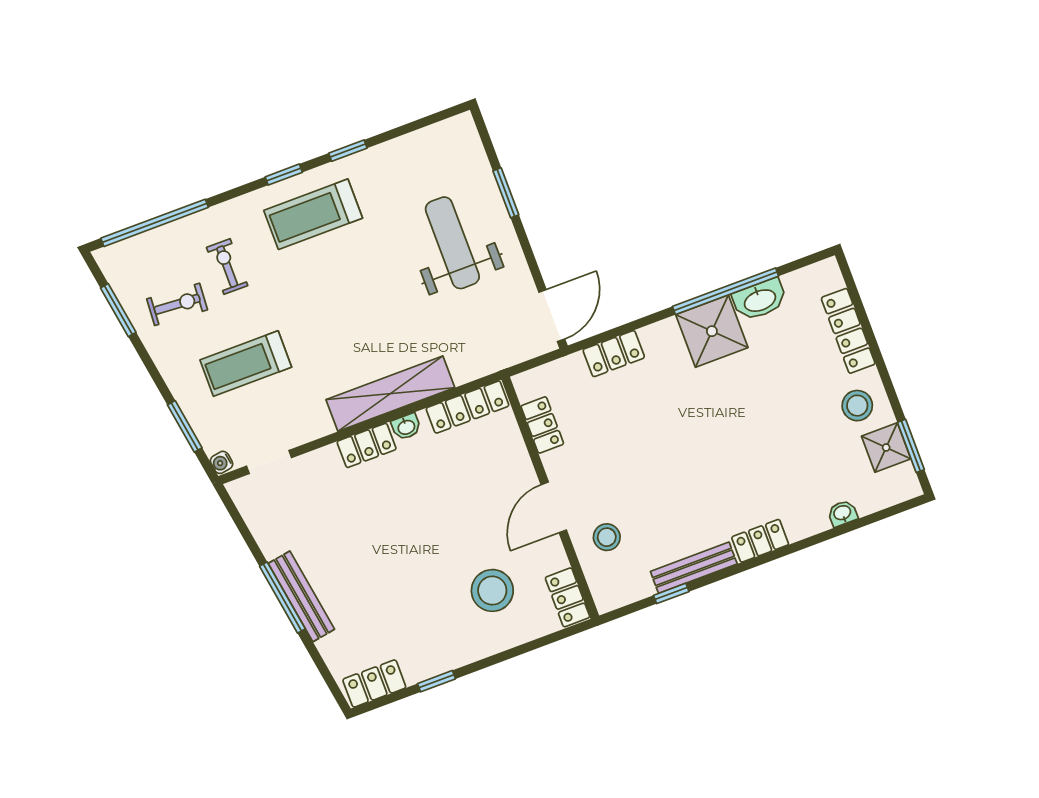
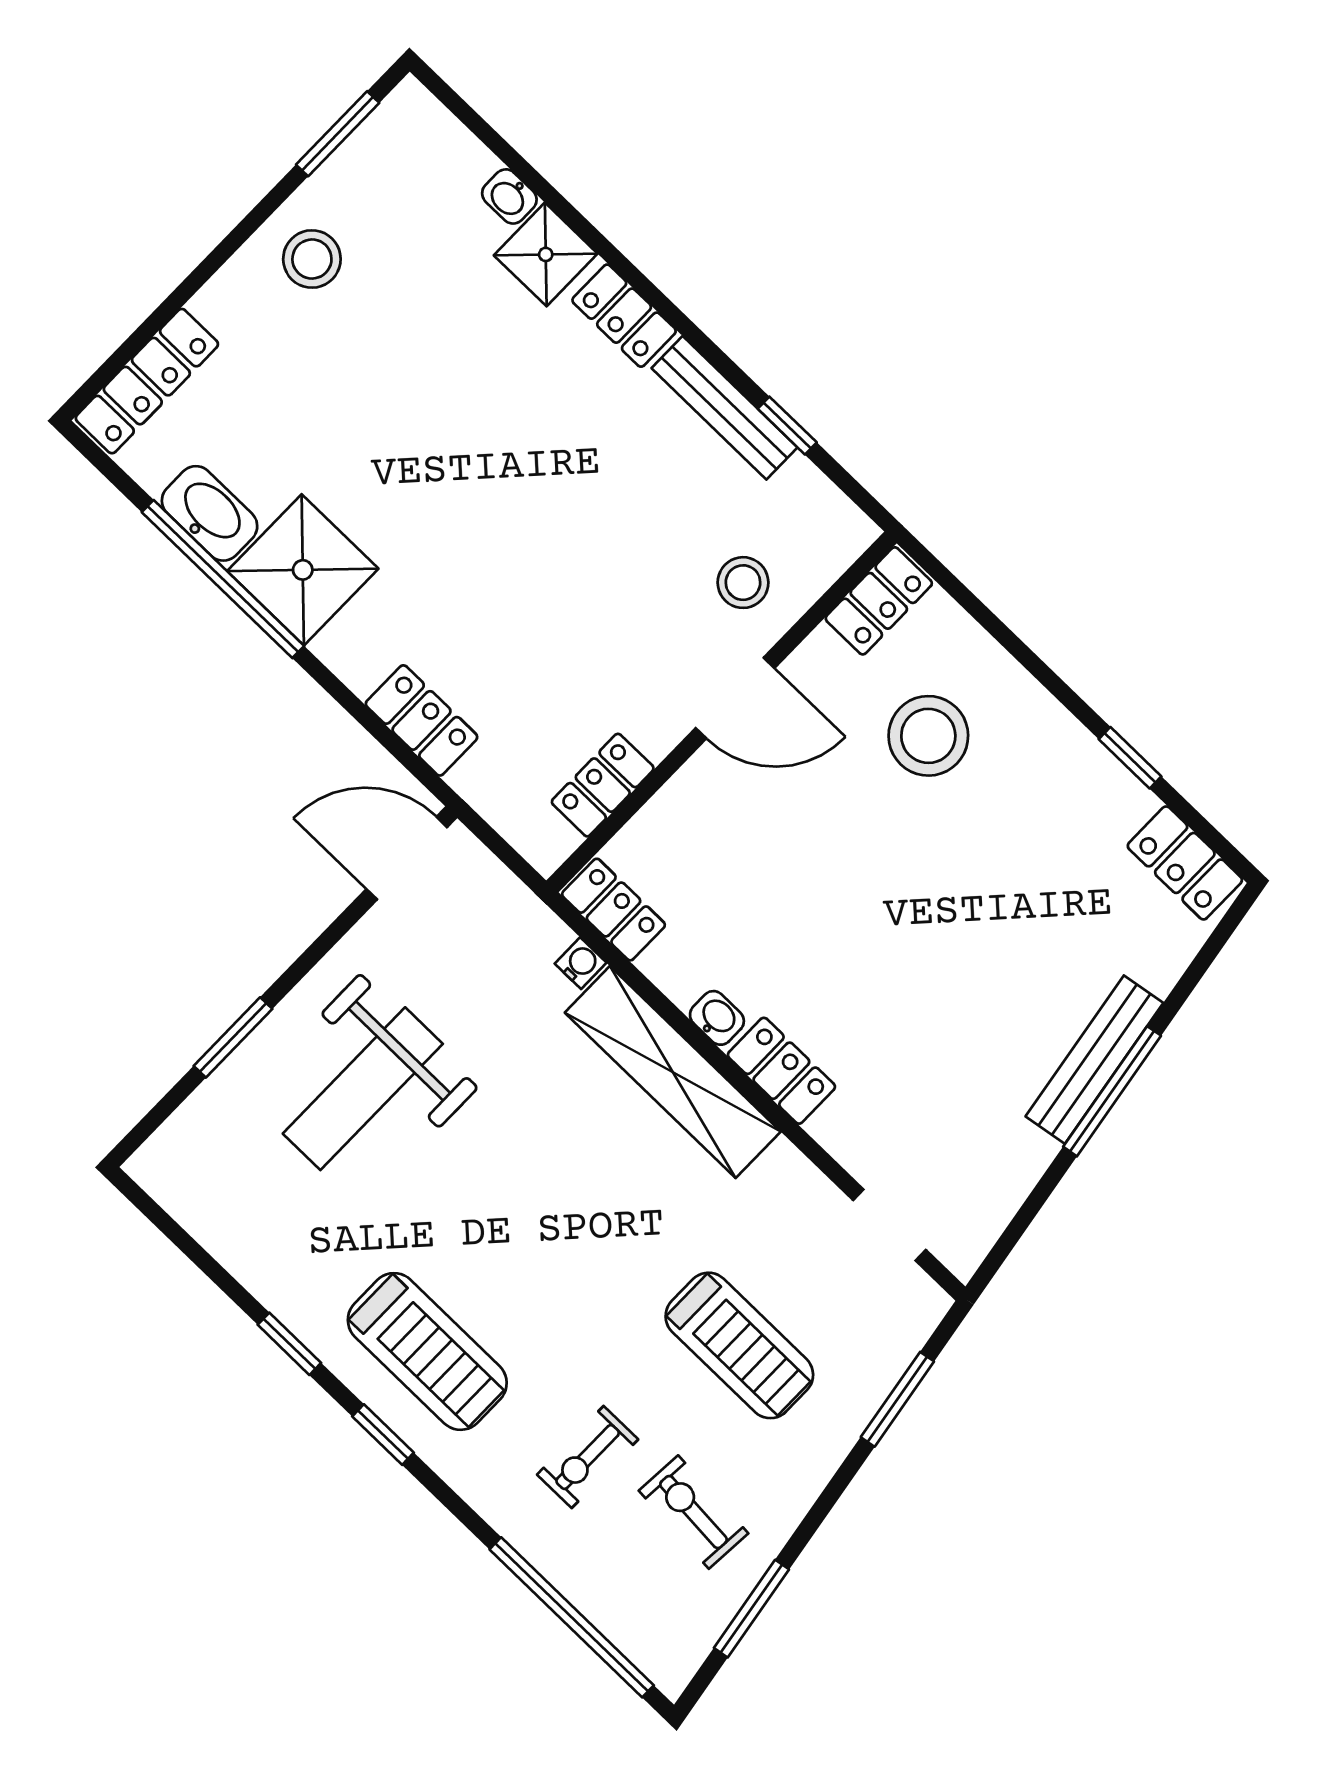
locker: (848, 331) -> (147, 381), moved
locker: (468, 407) -> (614, 910), width x0.66
shower: (886, 448) -> (546, 254), moved
water cooler: (222, 462) -> (581, 963), moved, turned -81

